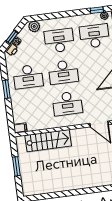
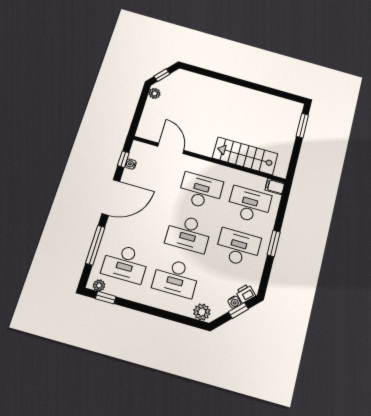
desk: (63, 72) -> (188, 233), turned 180
desk: (32, 108) -> (249, 205), added
window: (16, 166) -> (302, 126), moved

